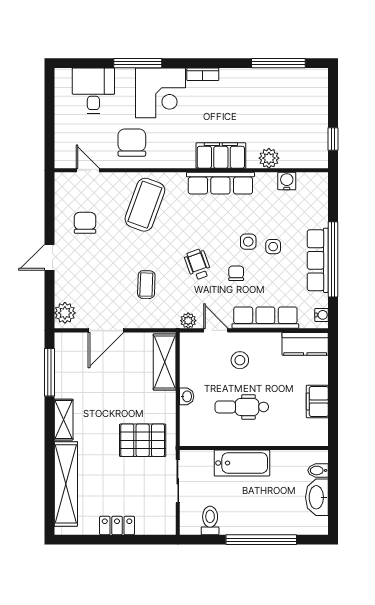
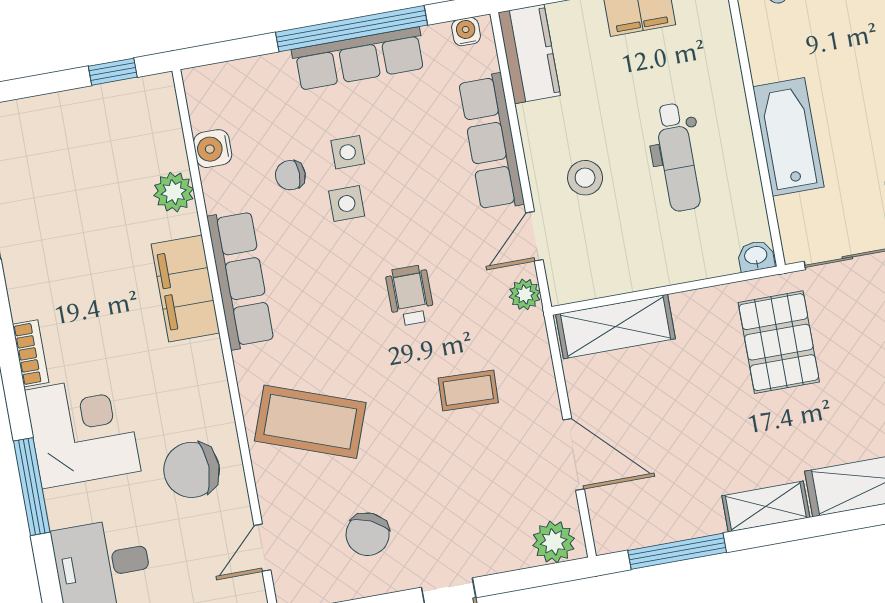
chair: (85, 223) -> (368, 534), turned -65
wheelchair: (198, 264) -> (410, 296), turned 110
chair: (236, 273) -> (290, 175), moved
washbasin: (187, 396) -> (756, 256), moved

